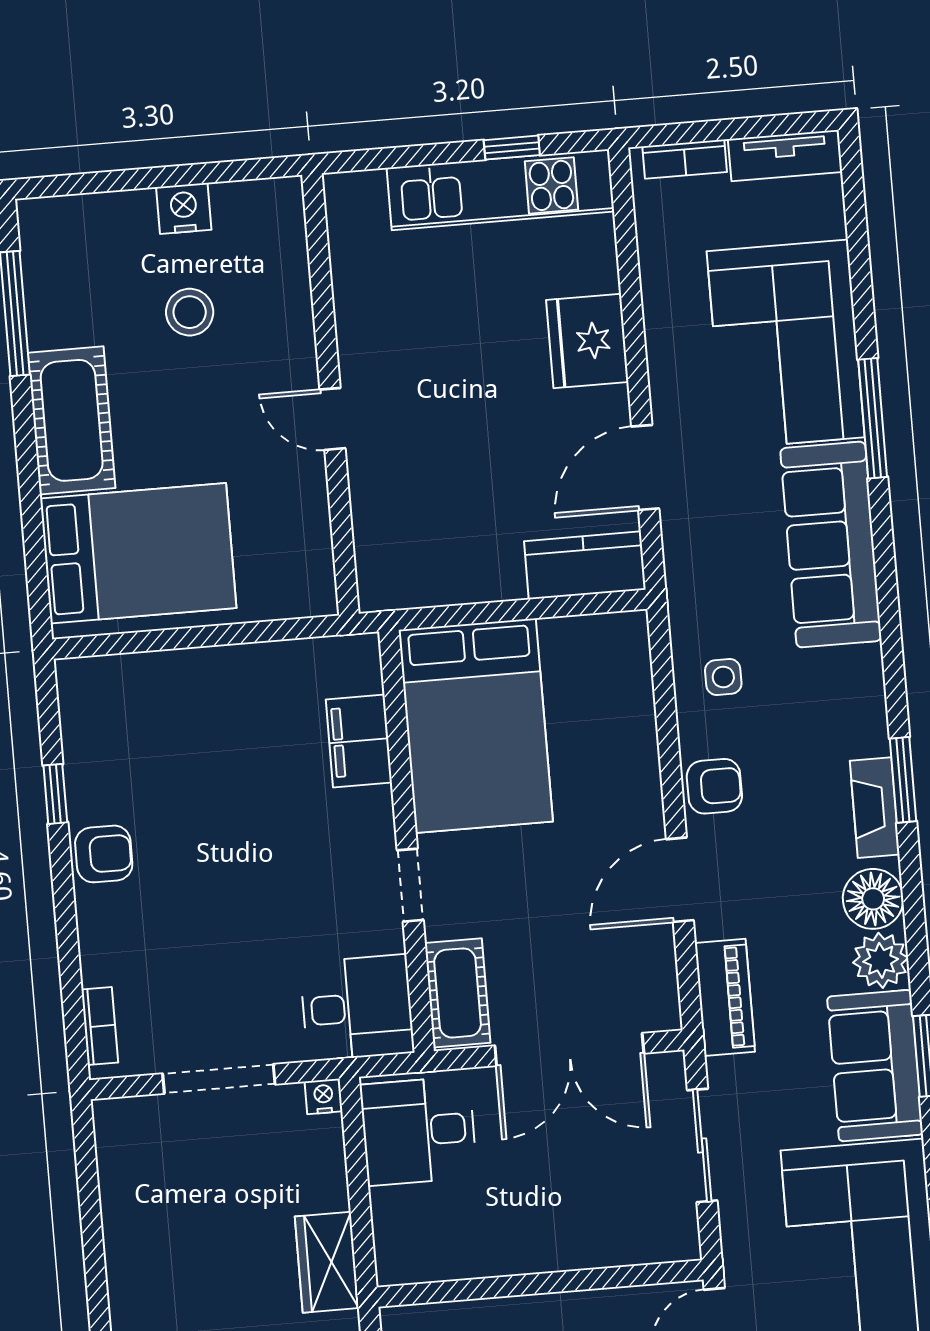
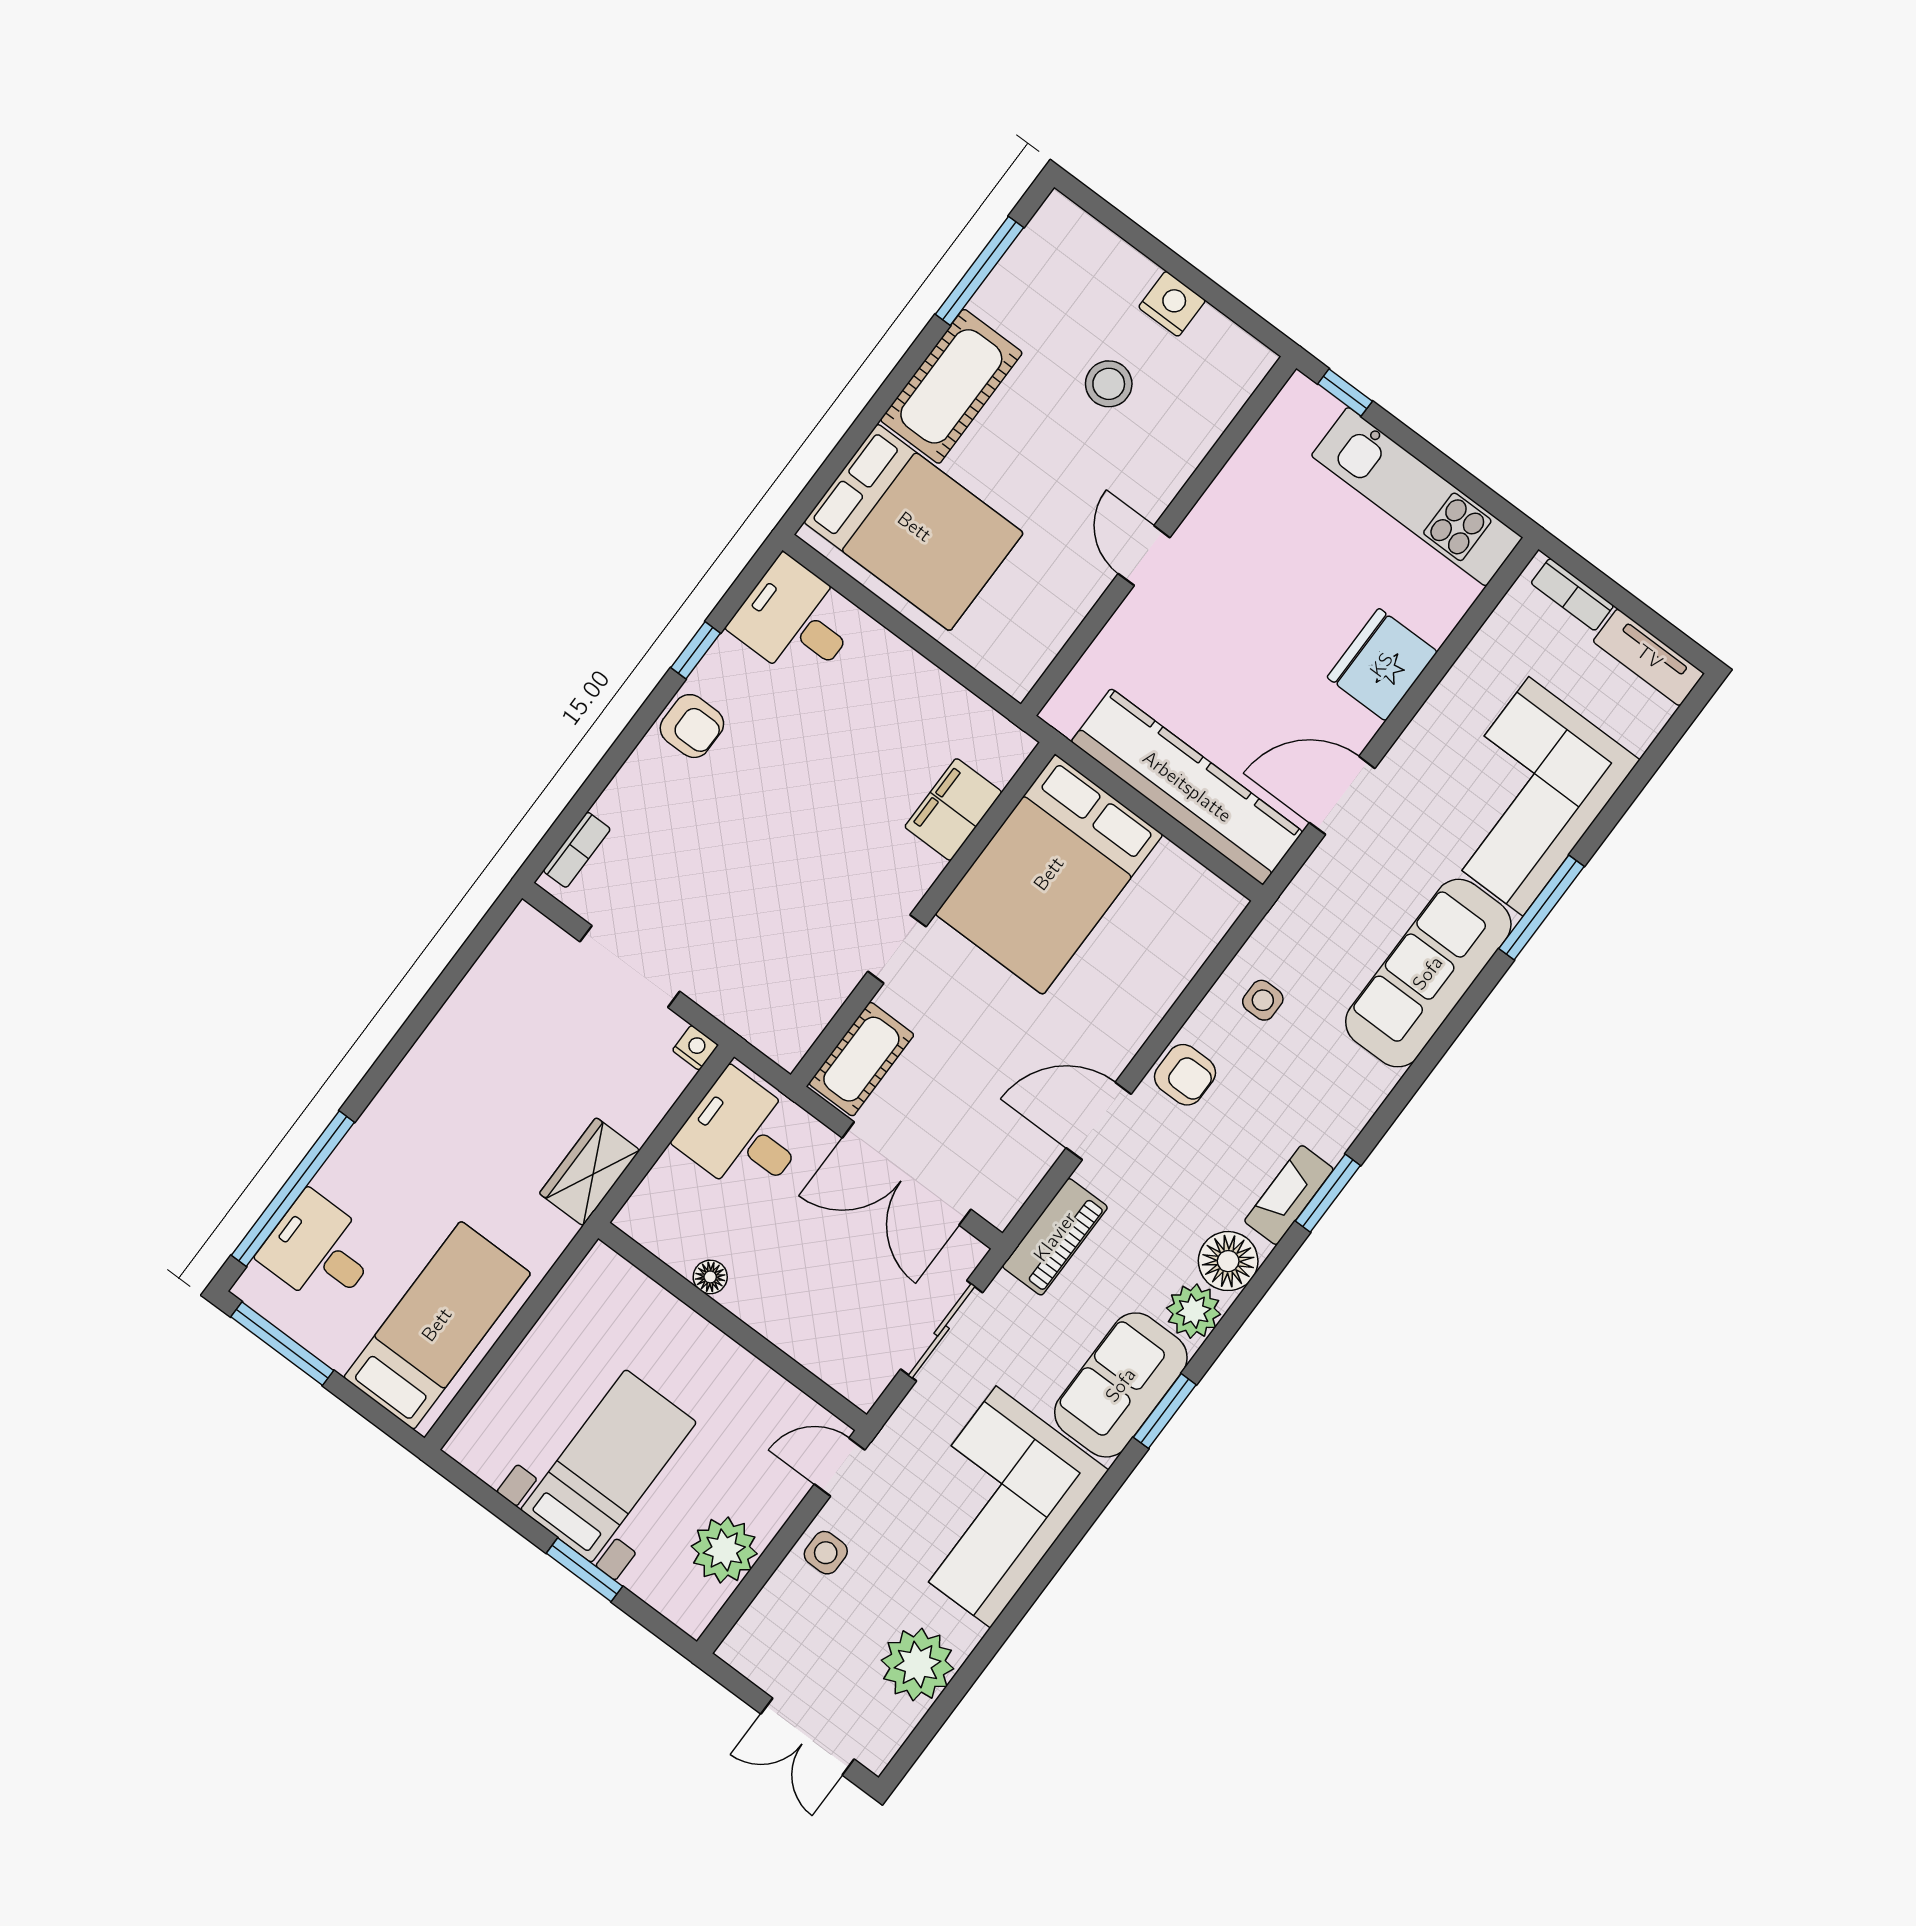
window: (512, 148) -> (1345, 392), moved
kitchen counter: (585, 565) -> (1187, 787), width x2.08, depth x1.17
desk: (357, 1008) -> (795, 621), moved, turned 180
floor lamp: (490, 1261) -> (710, 1277), added

